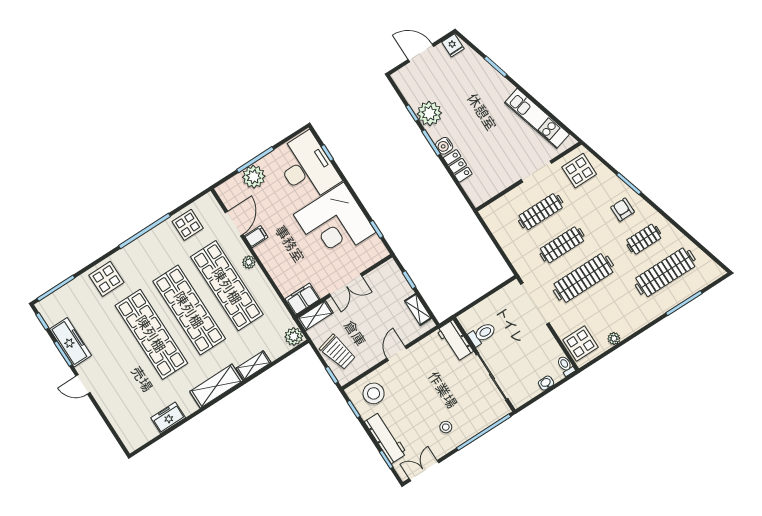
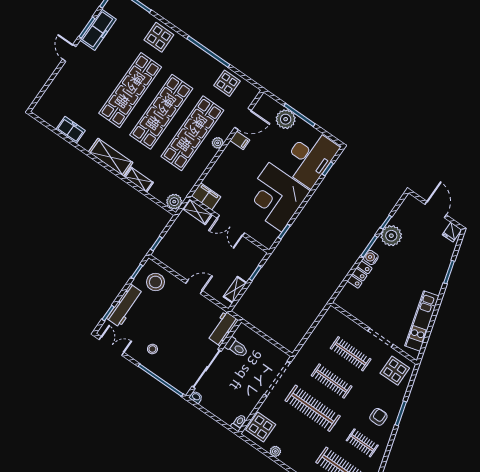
trolley: (338, 352) -> (176, 241), removed
washbasin: (546, 383) -> (196, 397), moved

